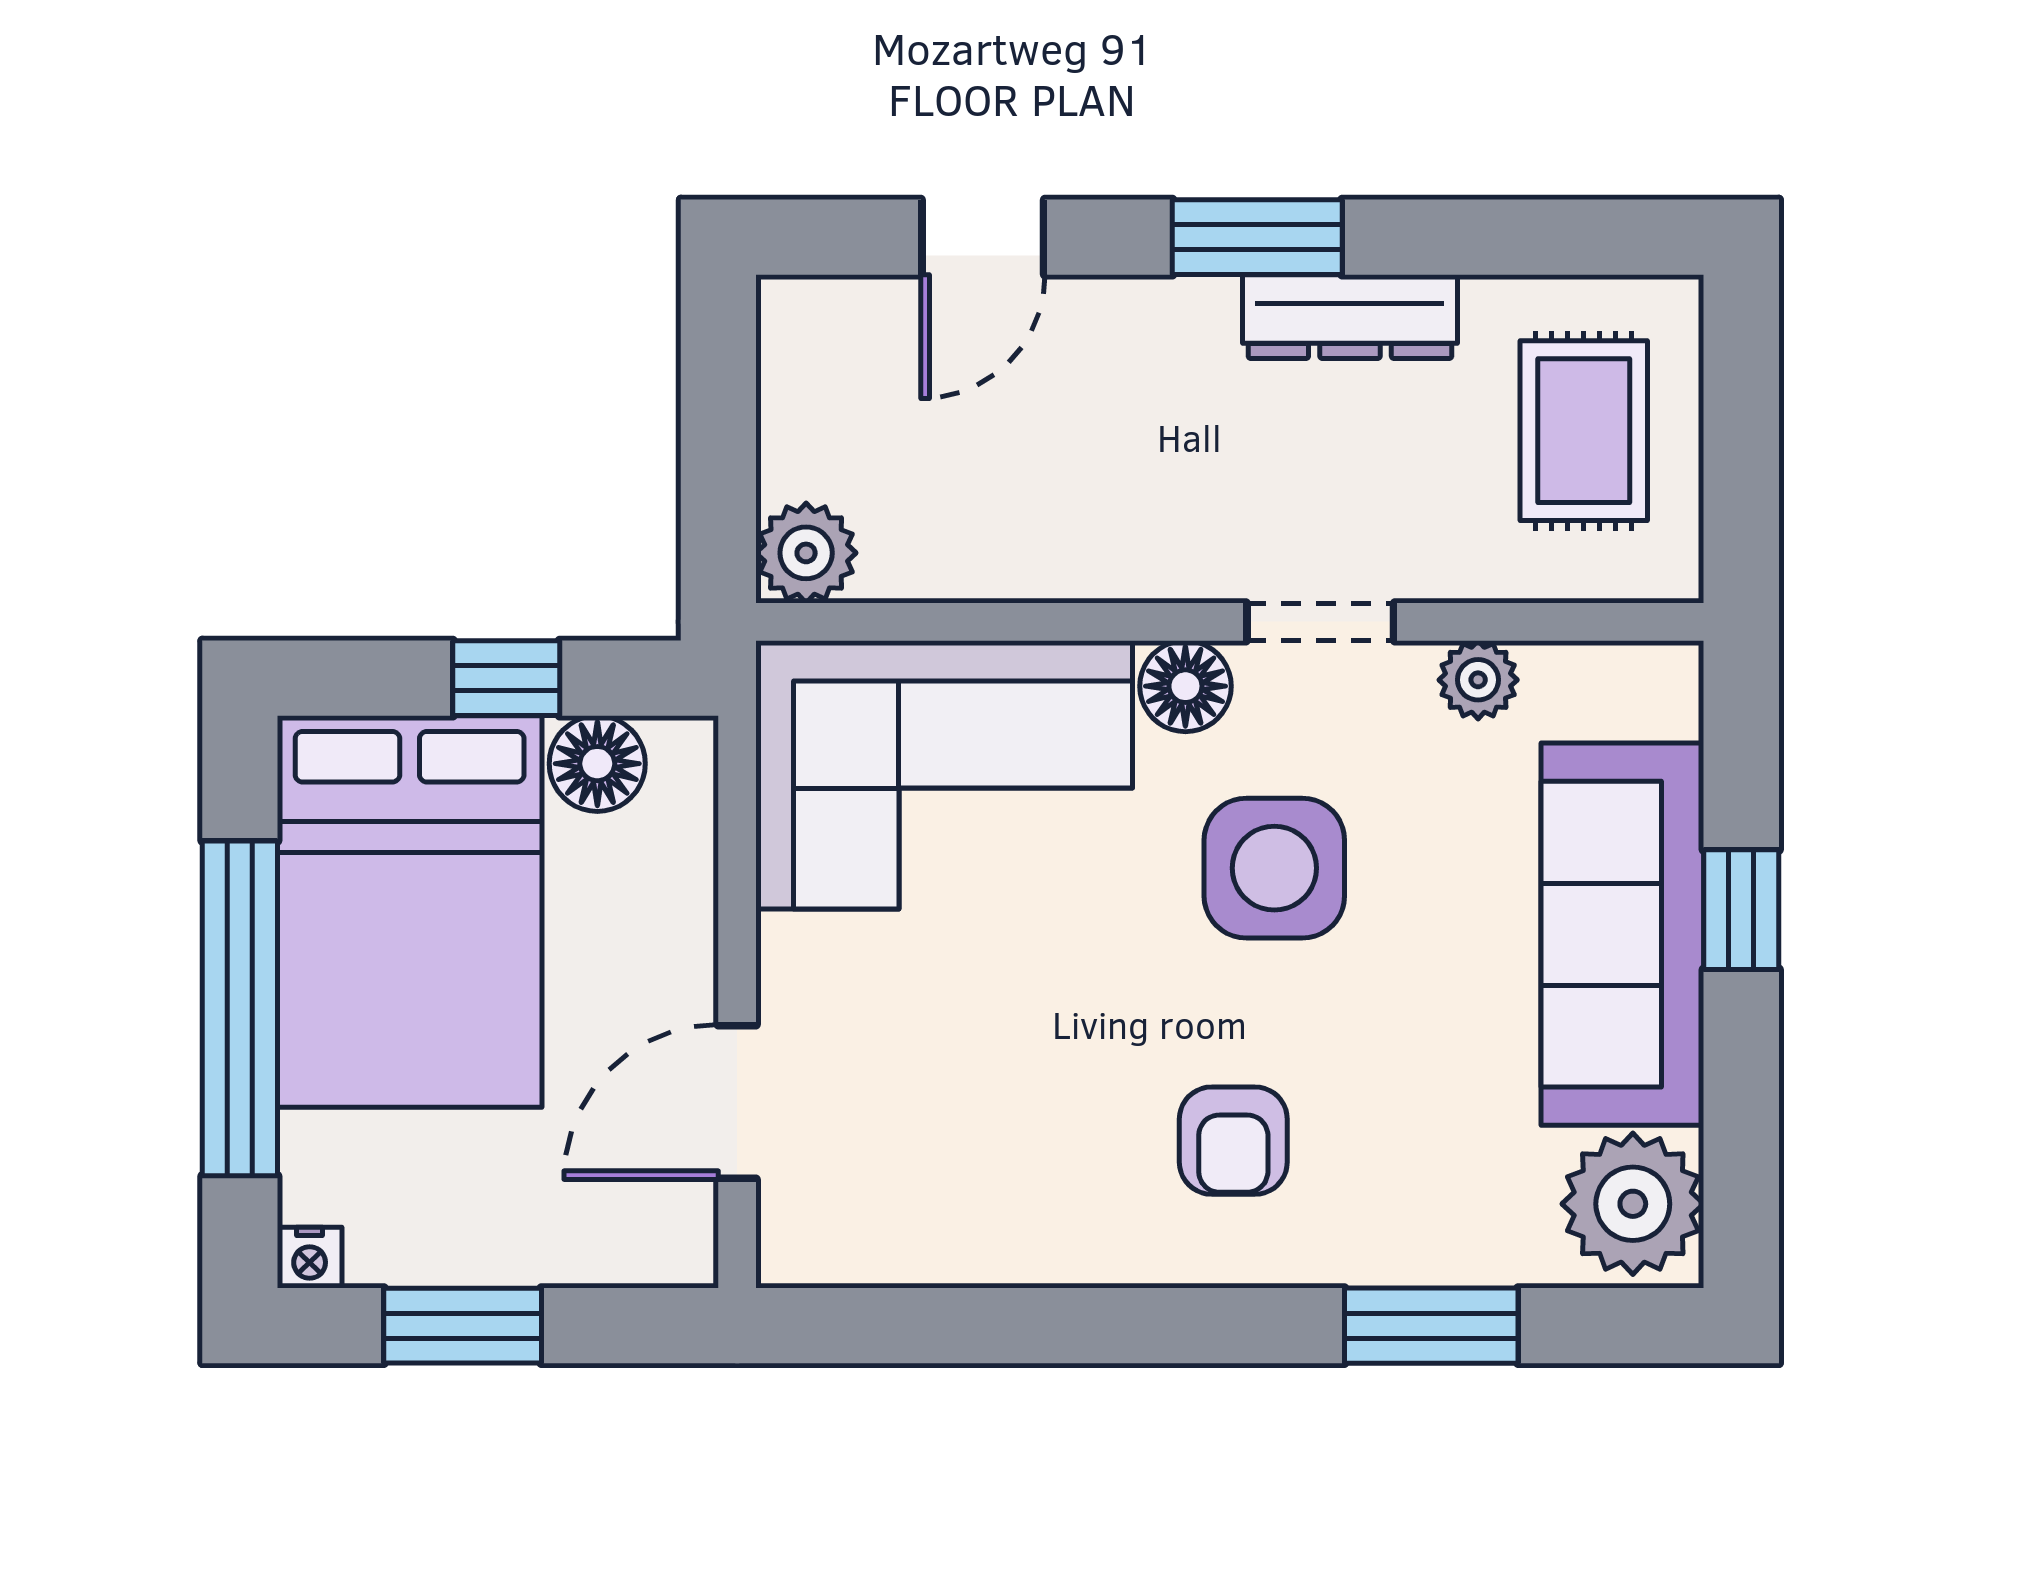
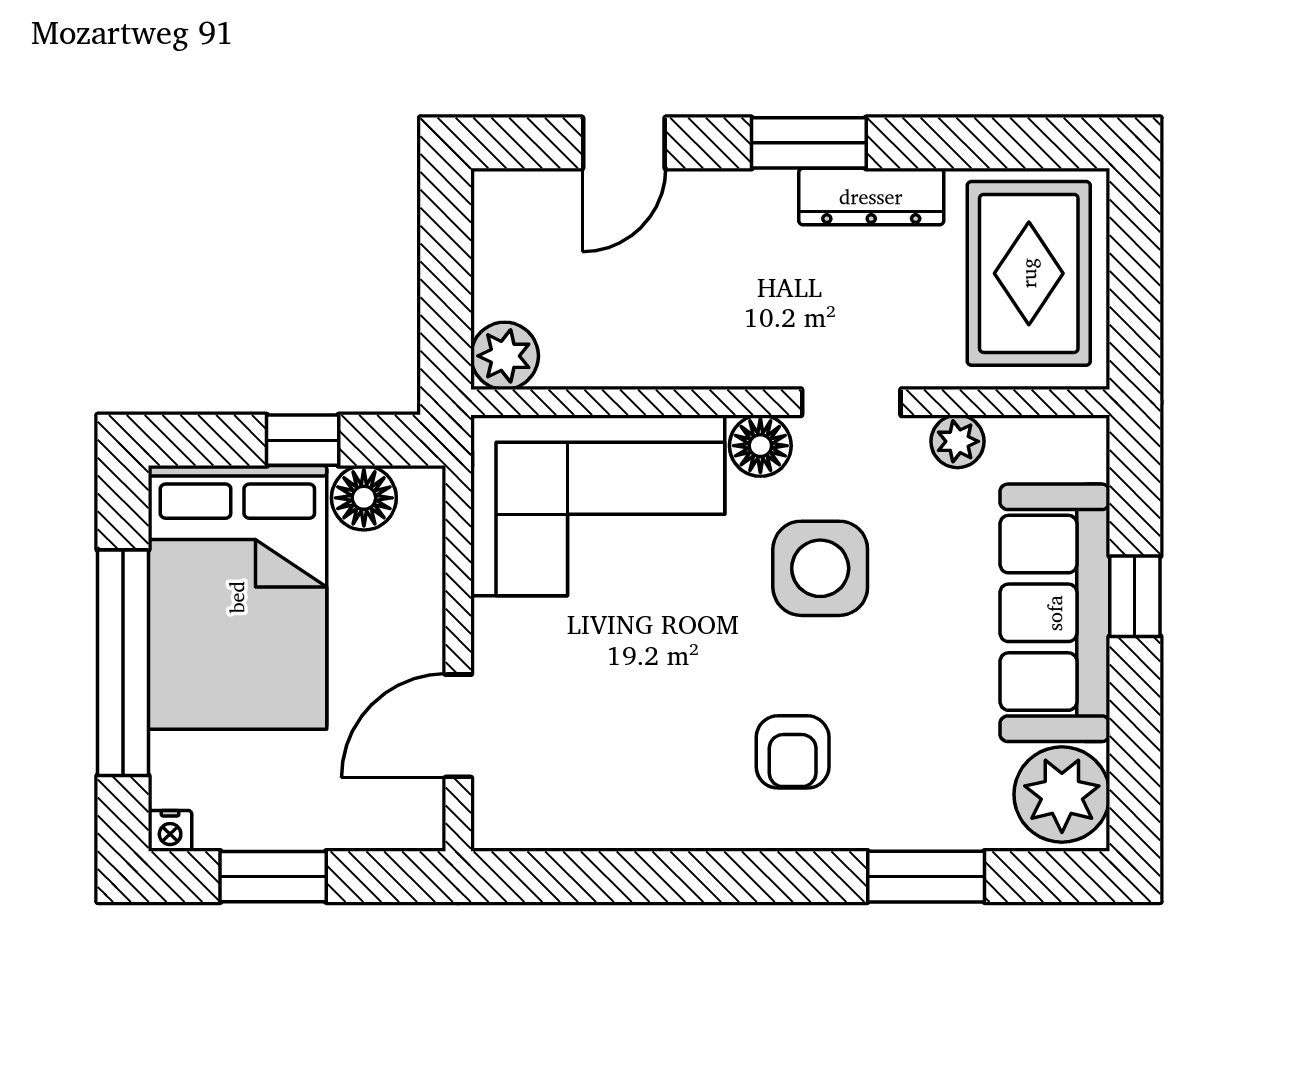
rug: (1584, 431) -> (1029, 273), width x1.36, depth x1.43

